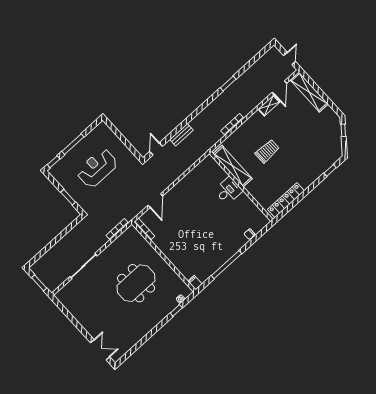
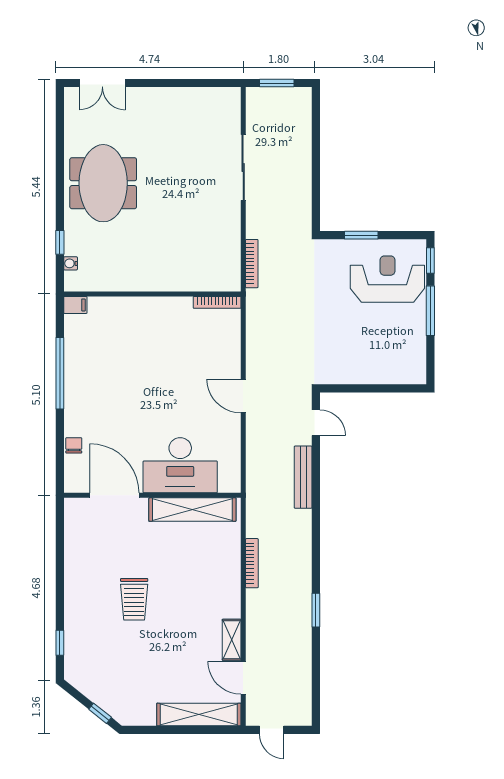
bench: (181, 135) -> (303, 477), width x1.36
trolley: (267, 151) -> (134, 599), moved
reception desk: (97, 168) -> (387, 279), moved, turned -90
desk: (228, 191) -> (180, 465), width x1.87, depth x1.30
locker: (286, 200) -> (75, 541), removed
door: (155, 201) -> (243, 396), moved
door: (254, 201) -> (115, 495), added
meeting table: (136, 283) -> (103, 183), moved

